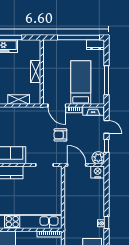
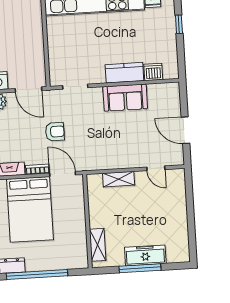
shelving: (36, 72) -> (98, 245), moved
bed: (81, 83) -> (30, 209), width x1.50

